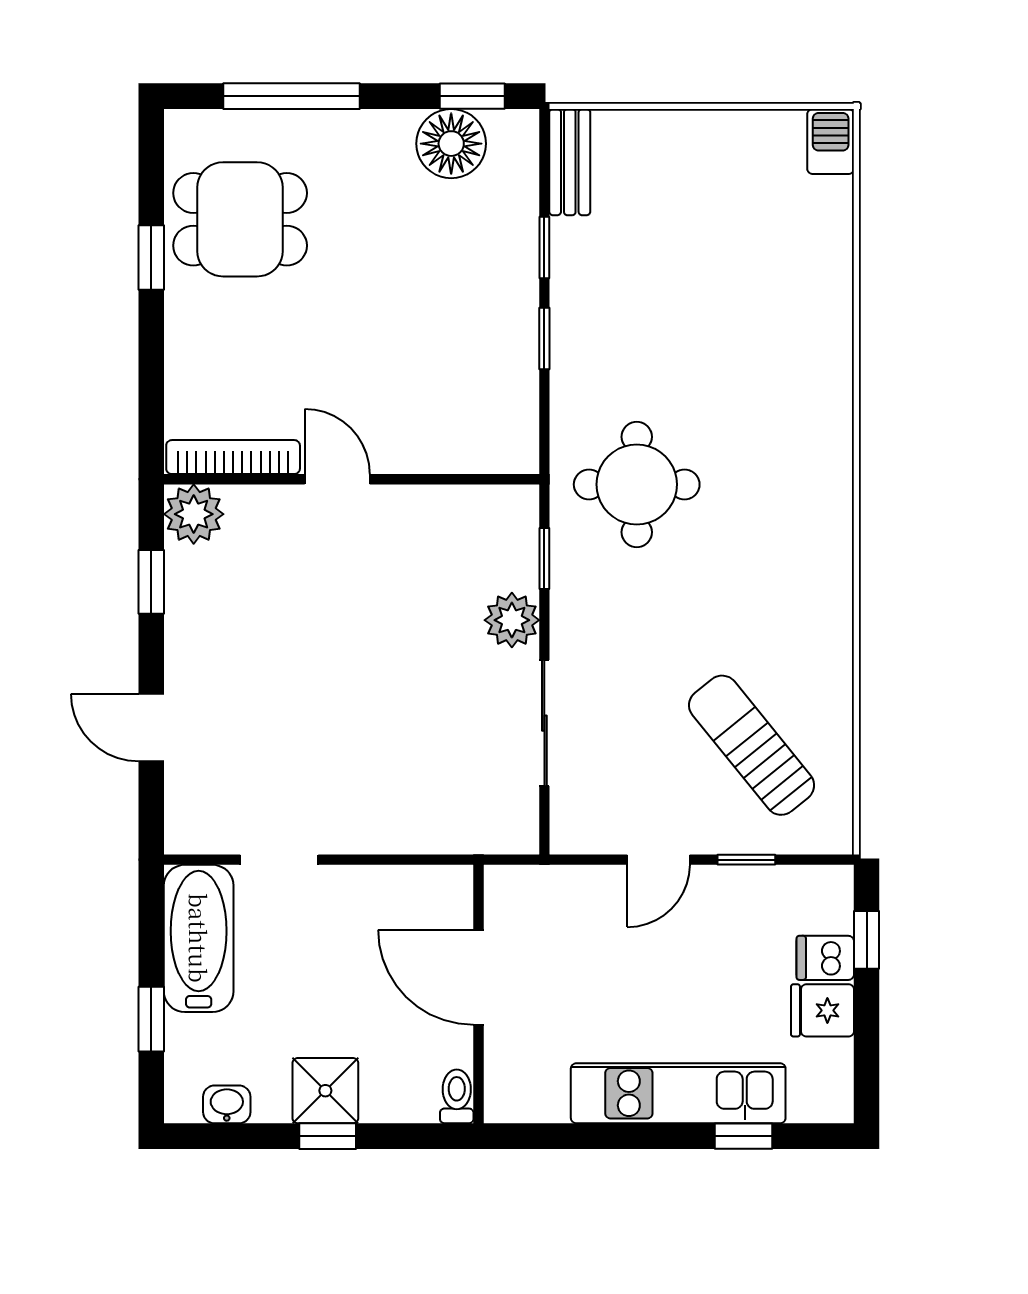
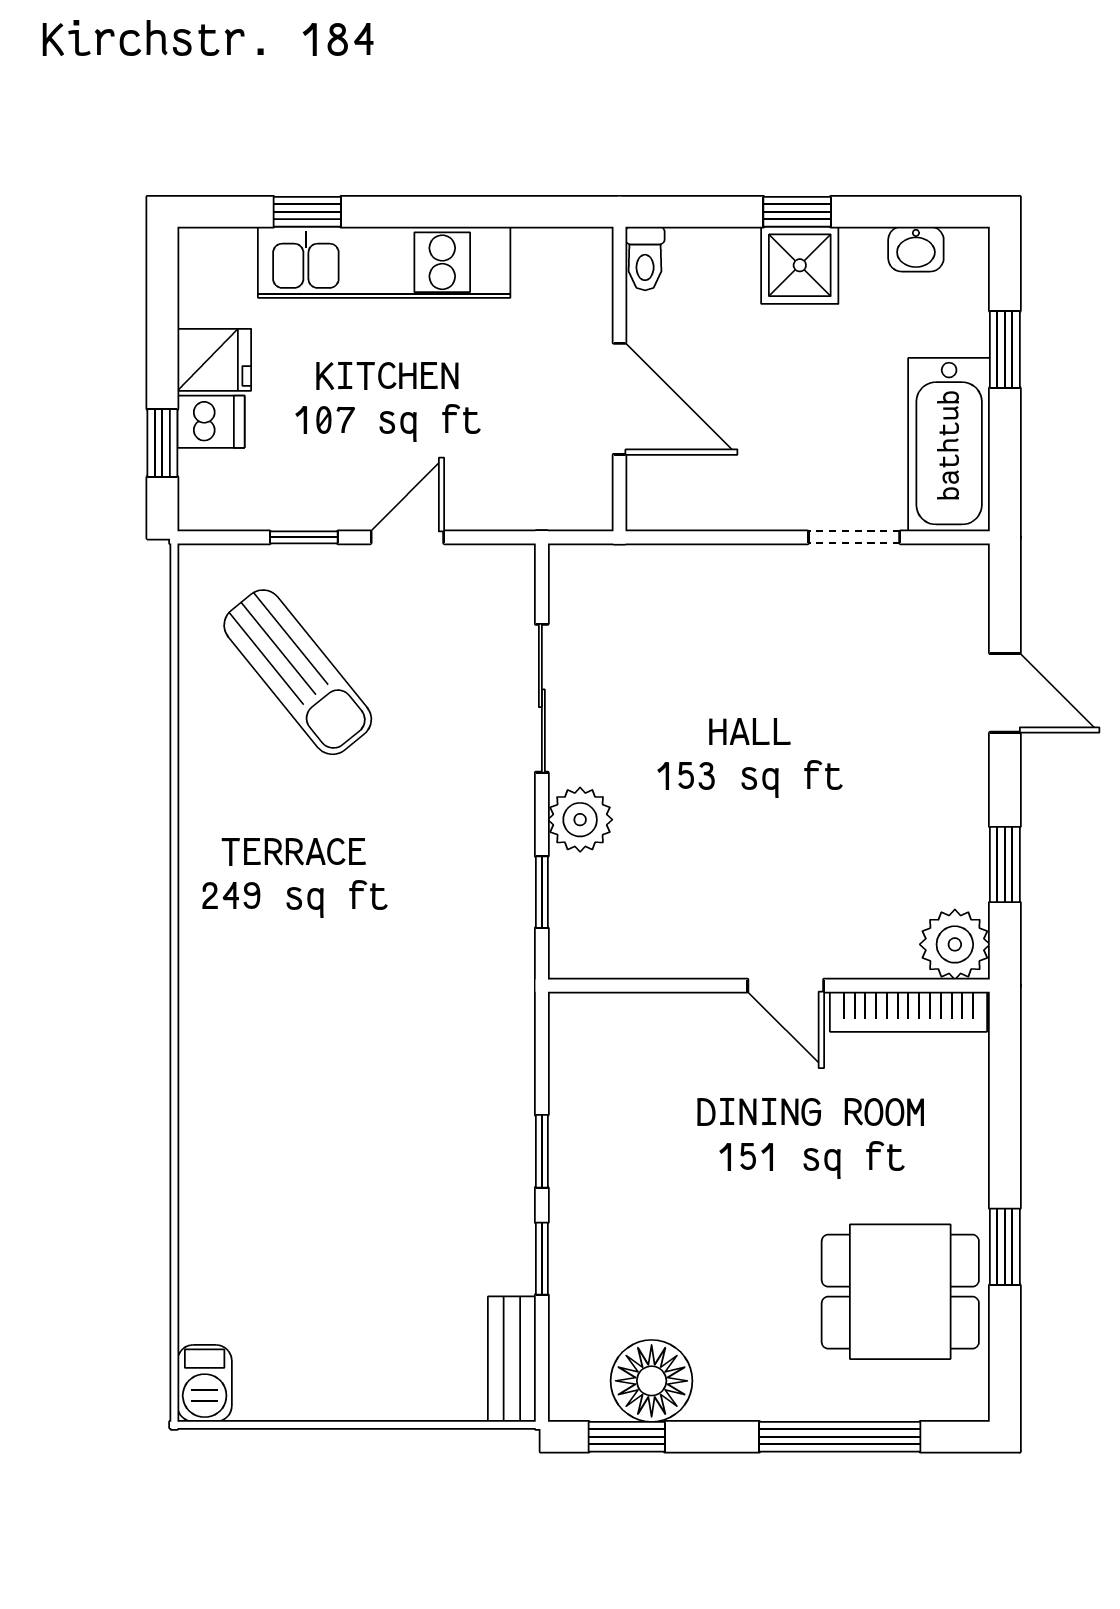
round table: (637, 484) -> (433, 979), removed

